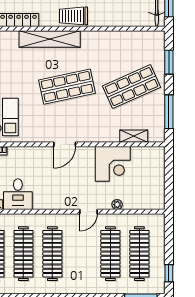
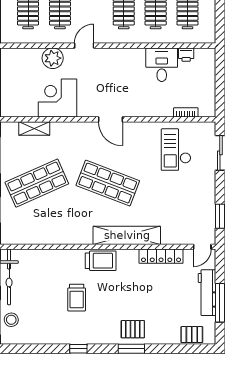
shop shelf: (67, 87) -> (108, 183), turned 33
door: (65, 144) -> (110, 119), swing flipped
plant: (117, 205) -> (53, 58), width x1.88, depth x1.88

